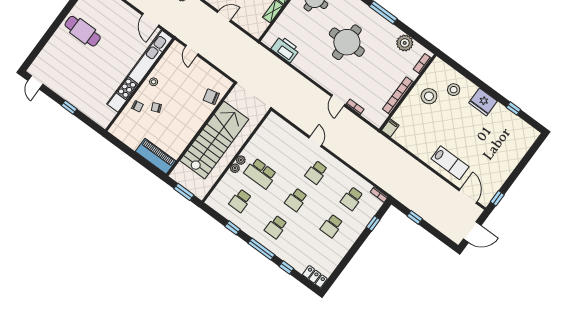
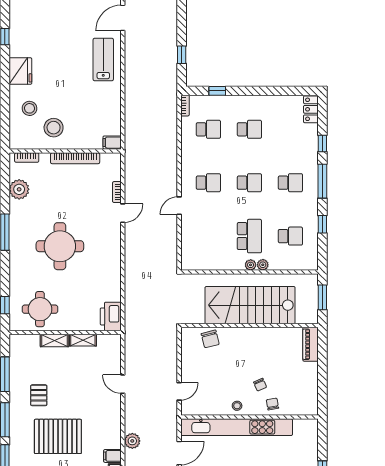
printer: (285, 49) -> (111, 316), moved
piano: (156, 156) -> (310, 344), width x0.73, depth x0.75

